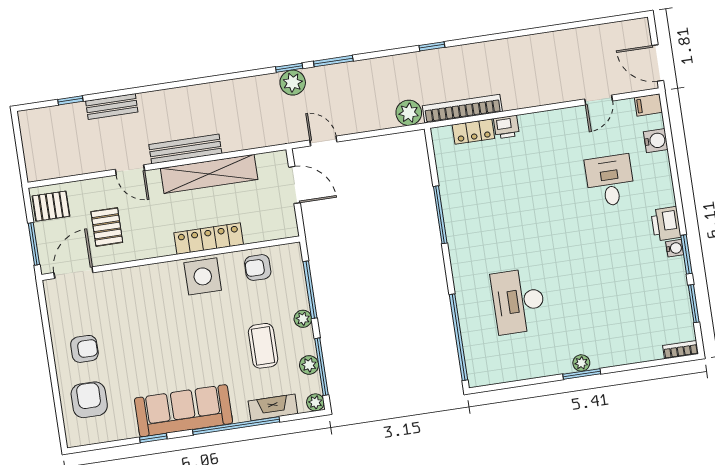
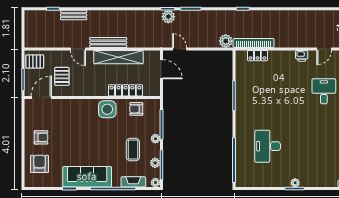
printer: (506, 127) -> (302, 56), moved
locker: (209, 239) -> (125, 90), moved

